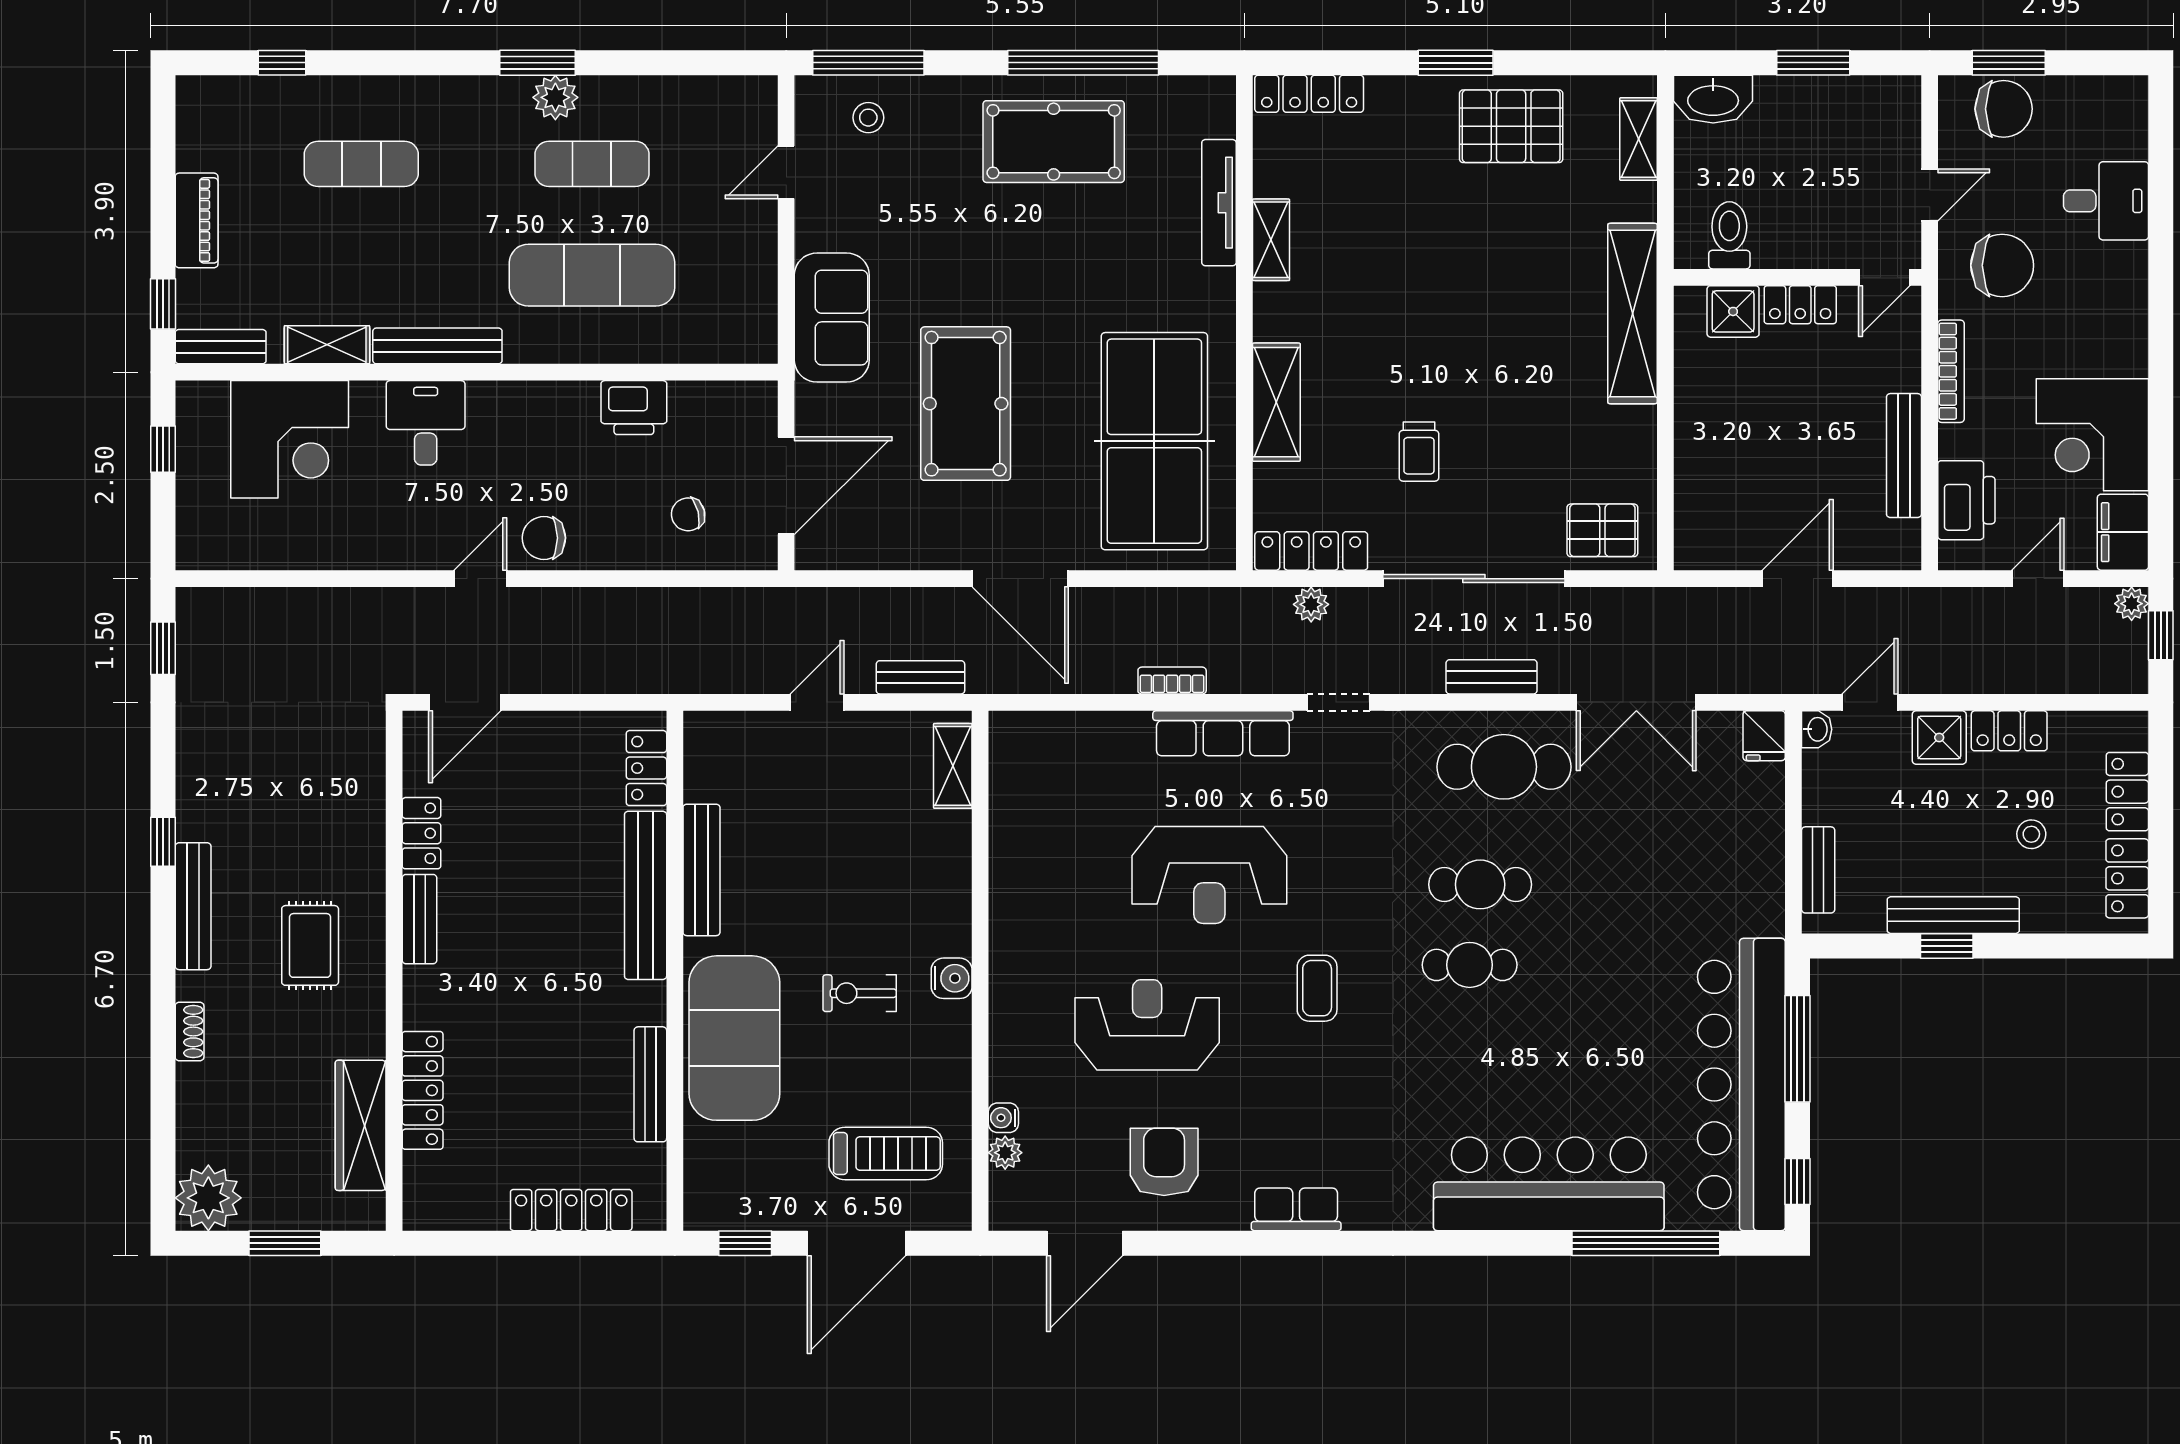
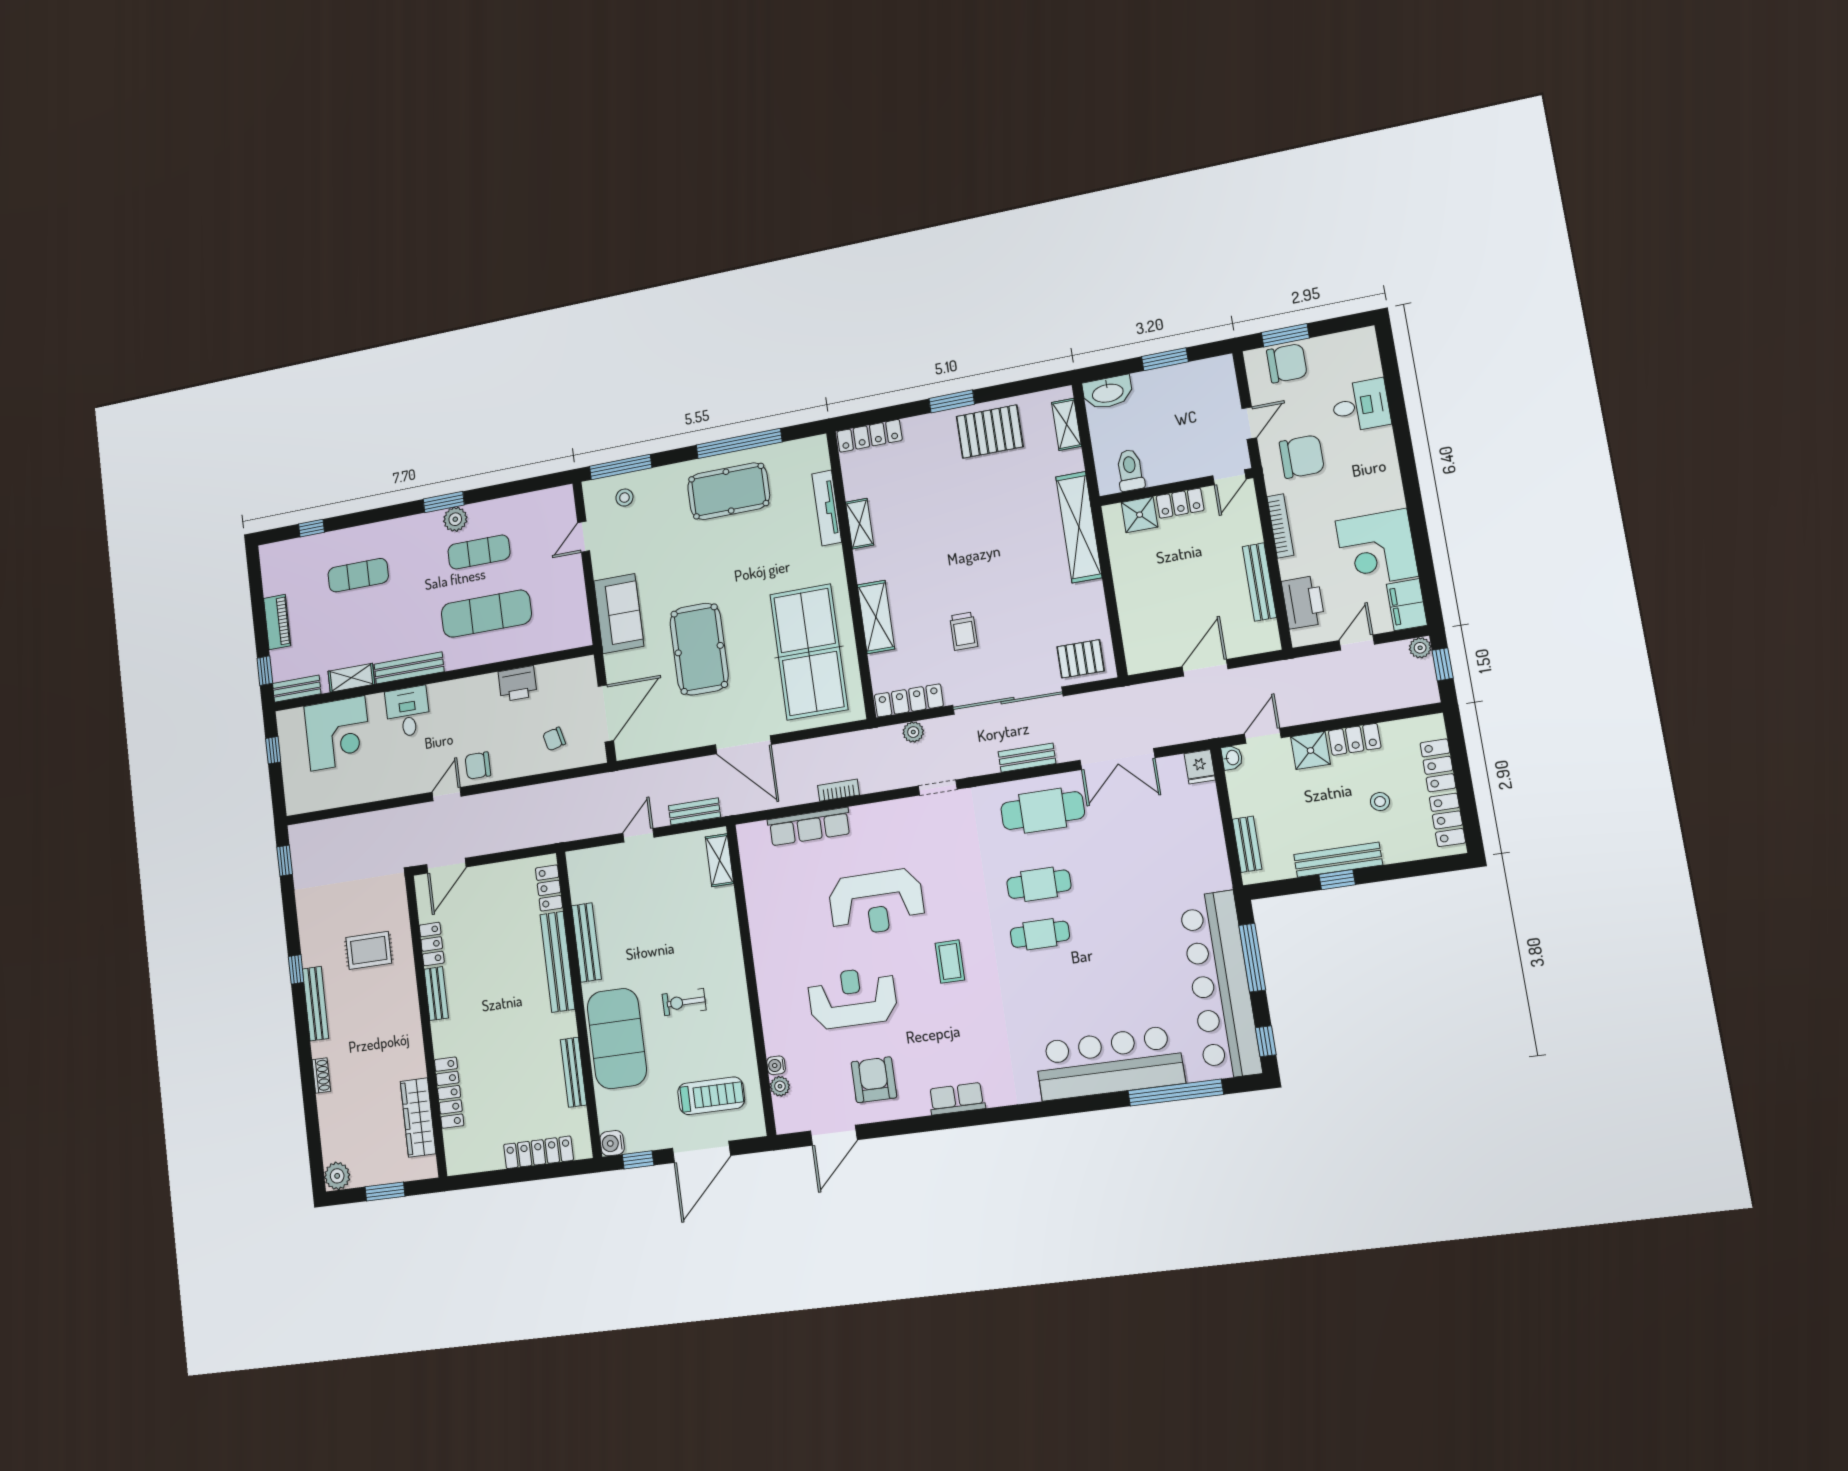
row of seats: (1223, 733) -> (809, 827), moved
rug: (310, 945) -> (369, 950), moved, turned 90
water cooler: (952, 978) -> (612, 1143), moved, turned 180
plant: (208, 1198) -> (337, 1176), width x0.73, depth x0.73

